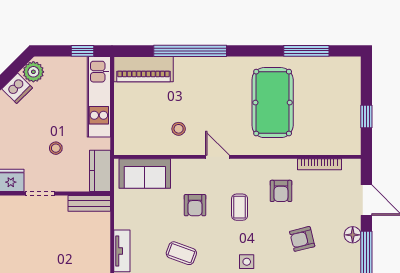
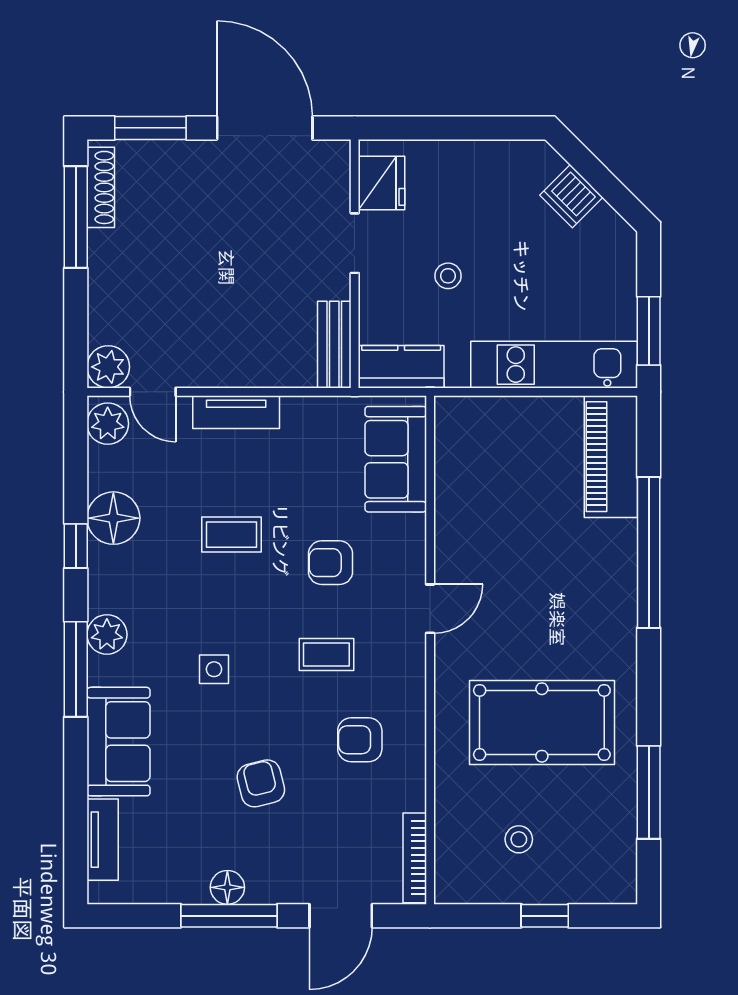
window: (82, 51) -> (649, 331), width x1.50
plant: (33, 72) -> (605, 230), removed
window: (366, 117) -> (545, 916), moved
stool: (179, 129) -> (519, 839), moved
bookcase: (319, 164) -> (415, 858), moved
floor lamp: (353, 235) -> (227, 887), moved
coffee table: (181, 253) -> (231, 535), turned 70

